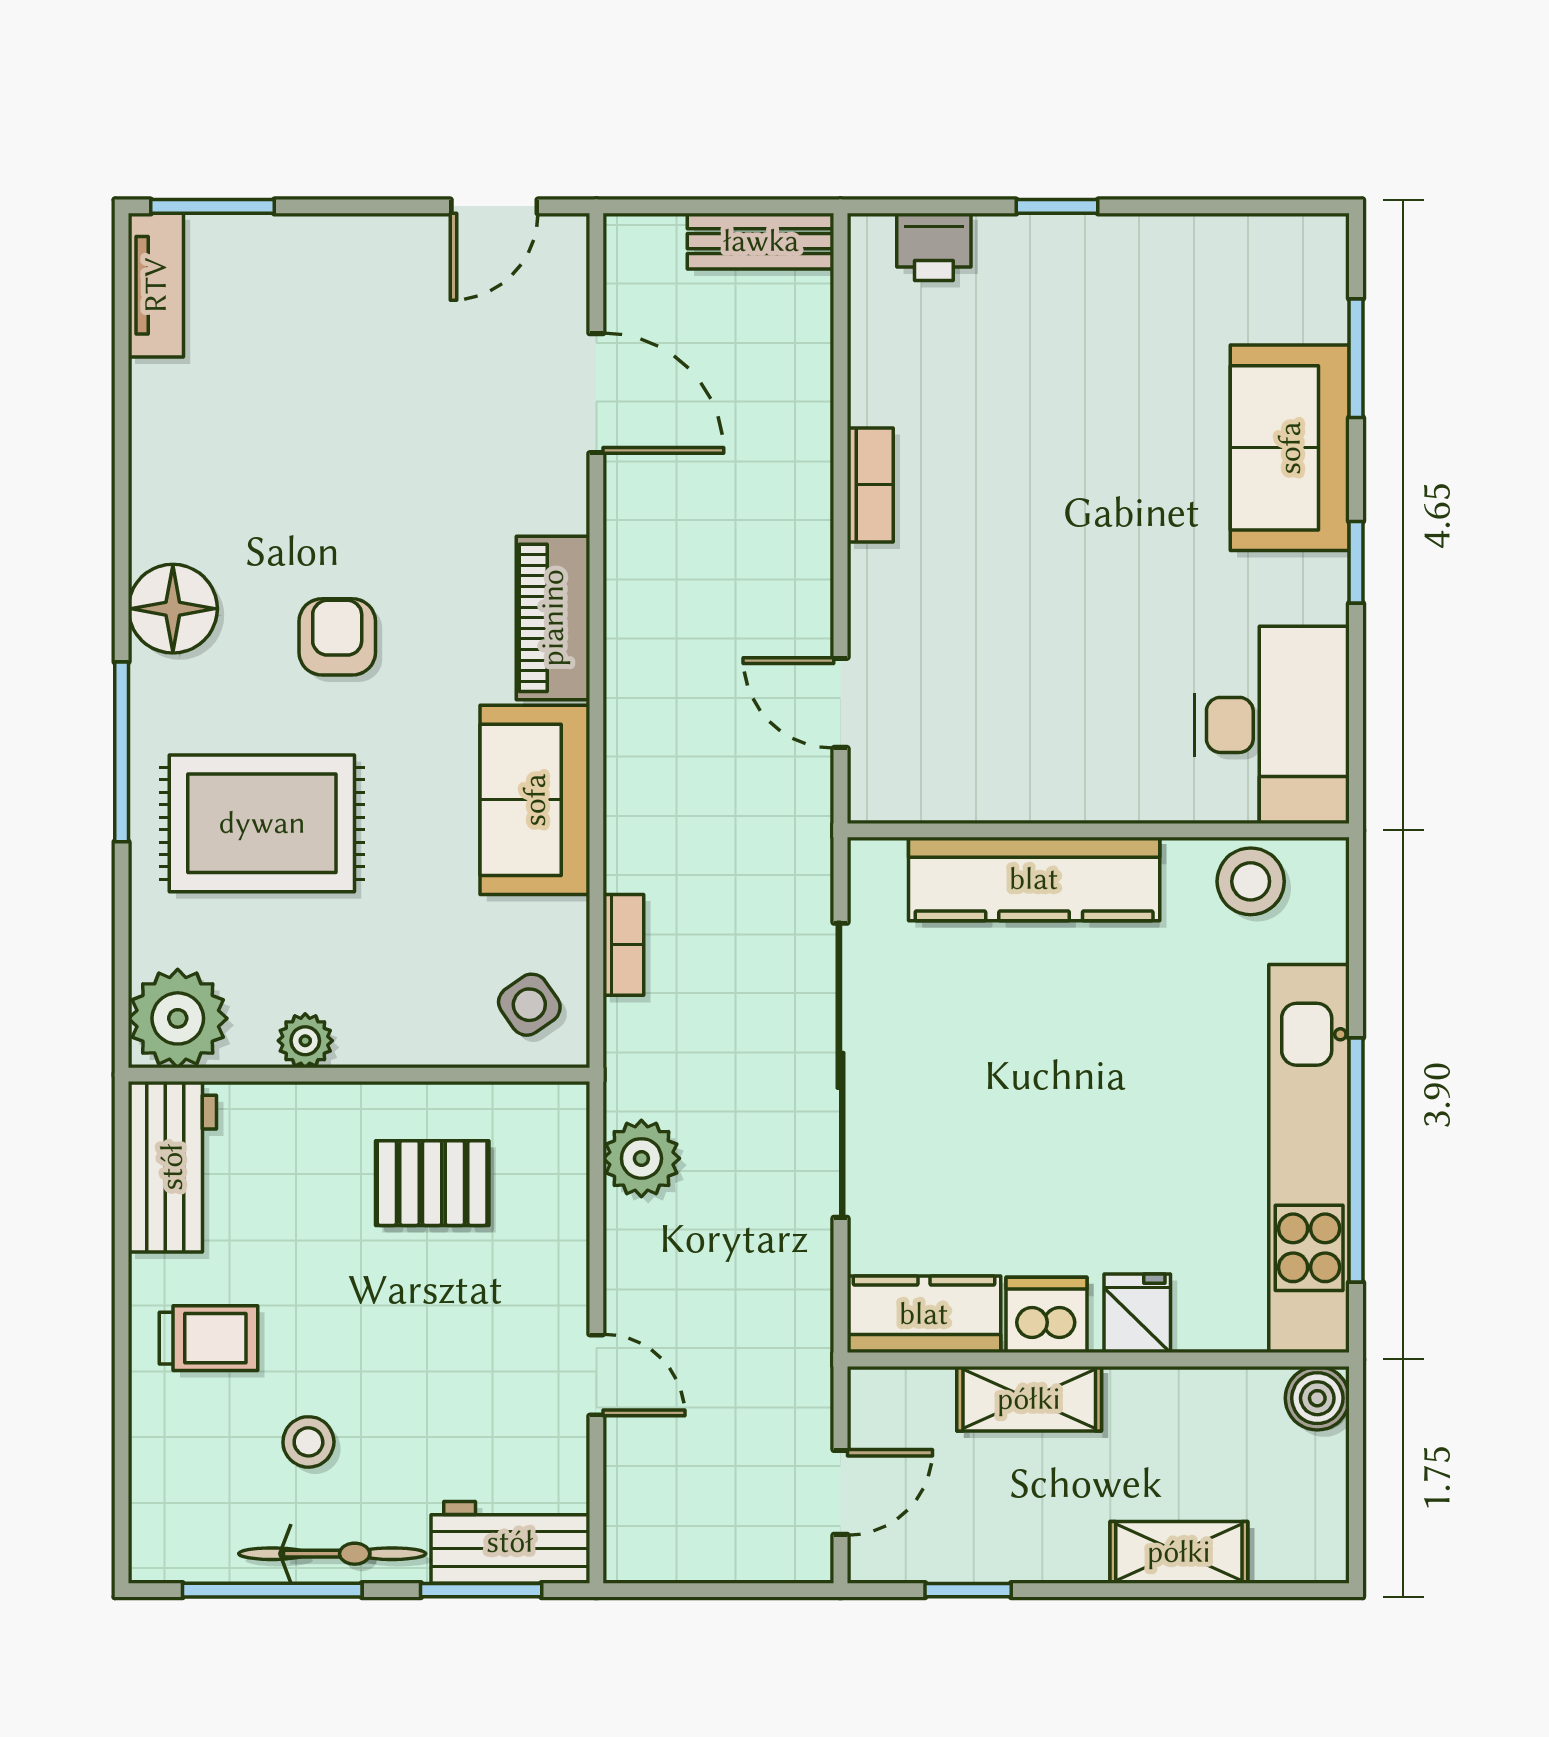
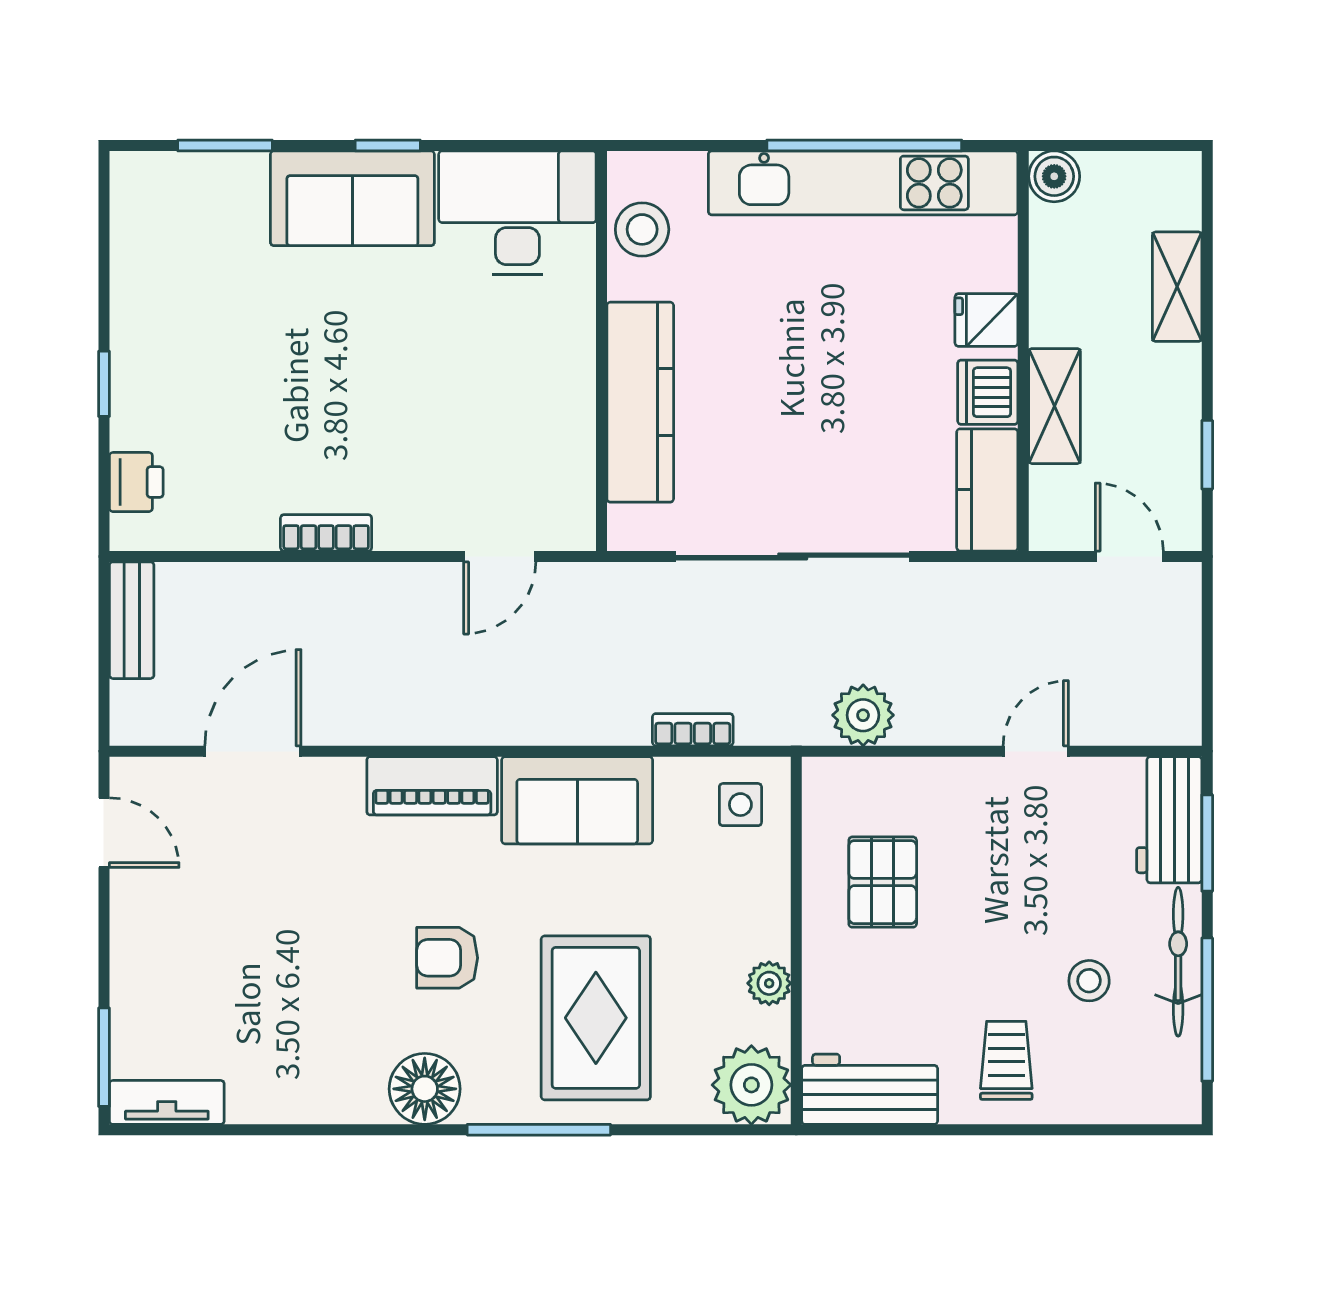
sofa: (1290, 448) -> (352, 198), moved
side table: (529, 1005) -> (740, 805), turned 35

